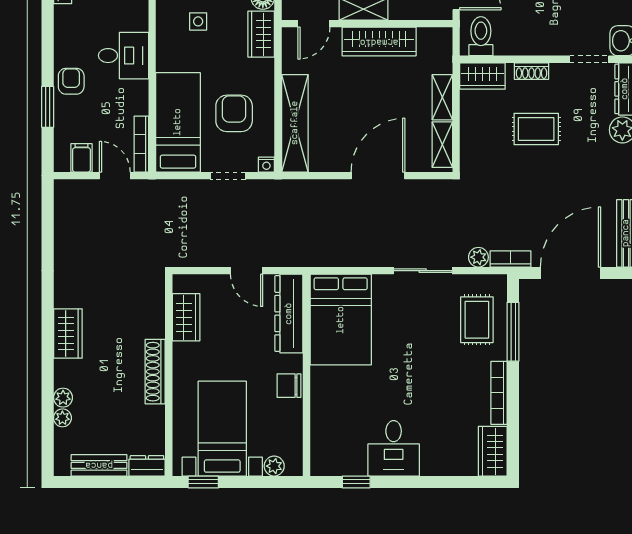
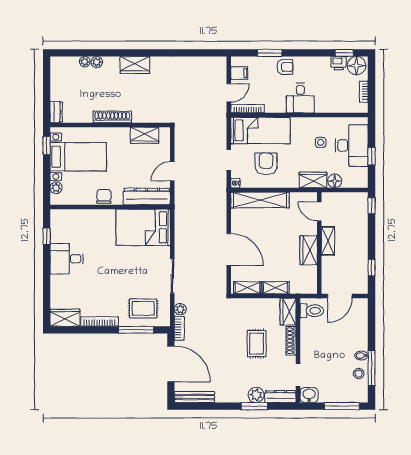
wardrobe: (379, 42) -> (309, 250), width x0.67
shoe rack: (531, 71) -> (291, 341), width x1.43
armchair: (234, 113) -> (266, 164), turned -90
bench: (99, 465) -> (56, 84), removed

